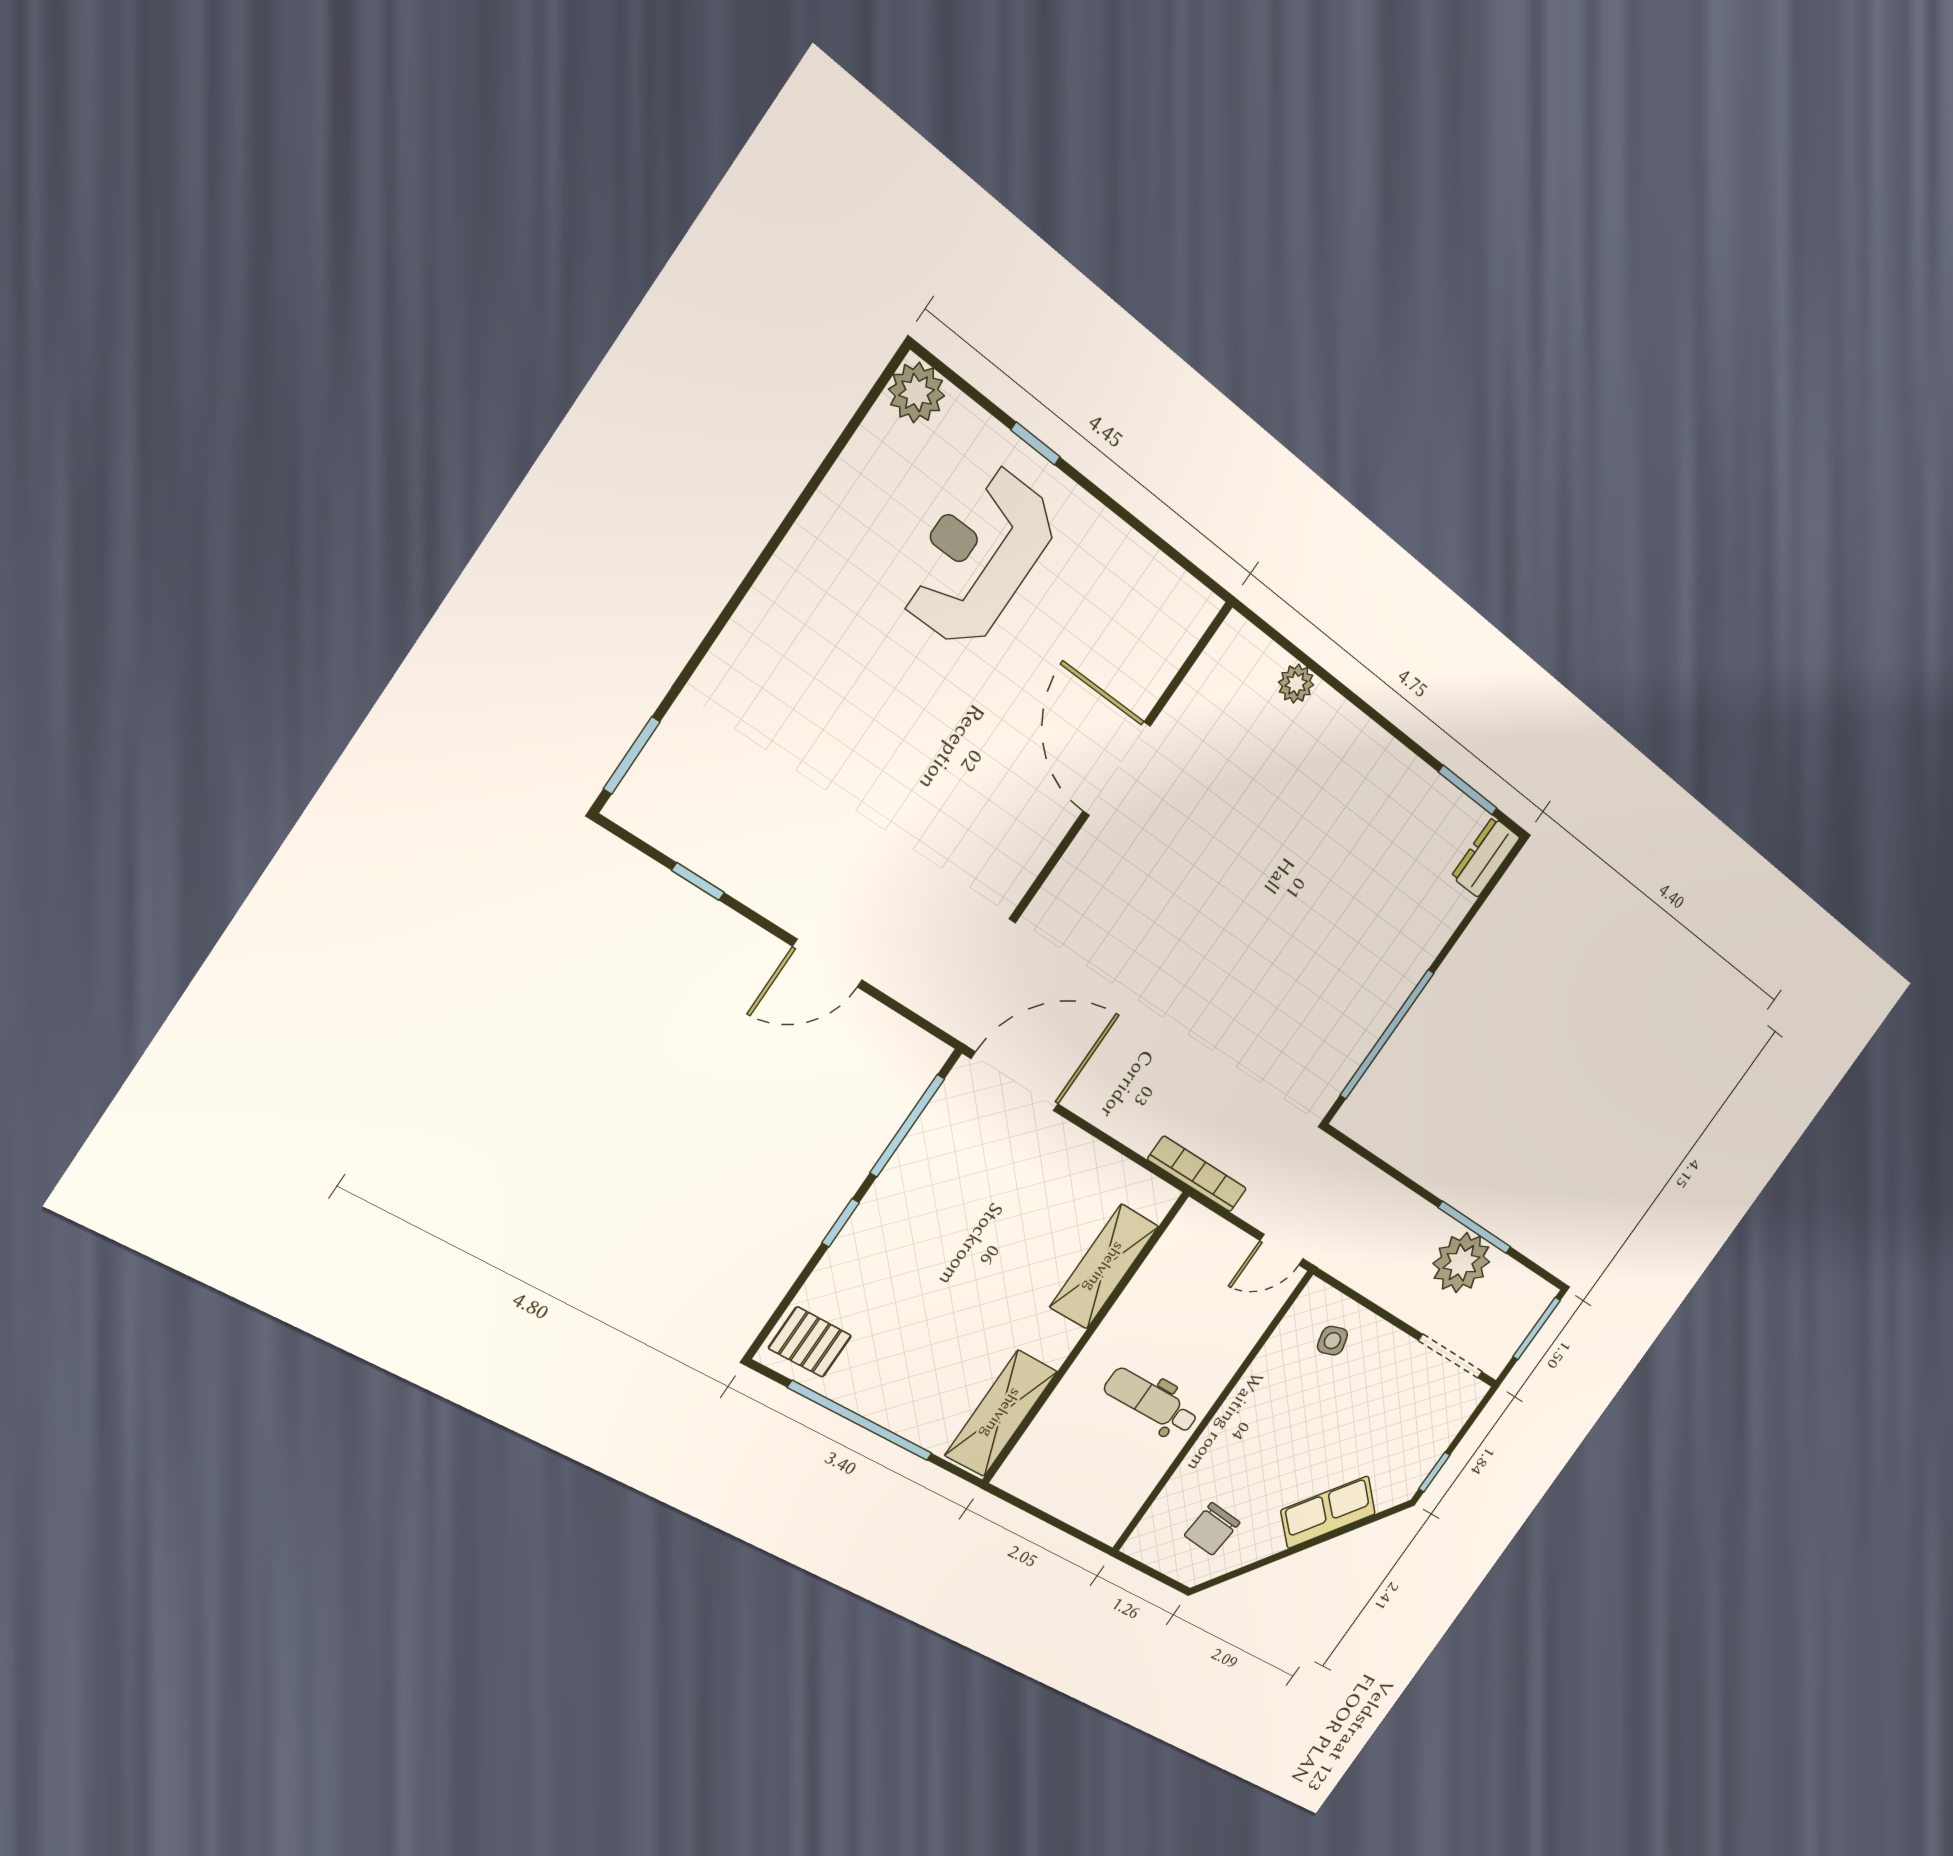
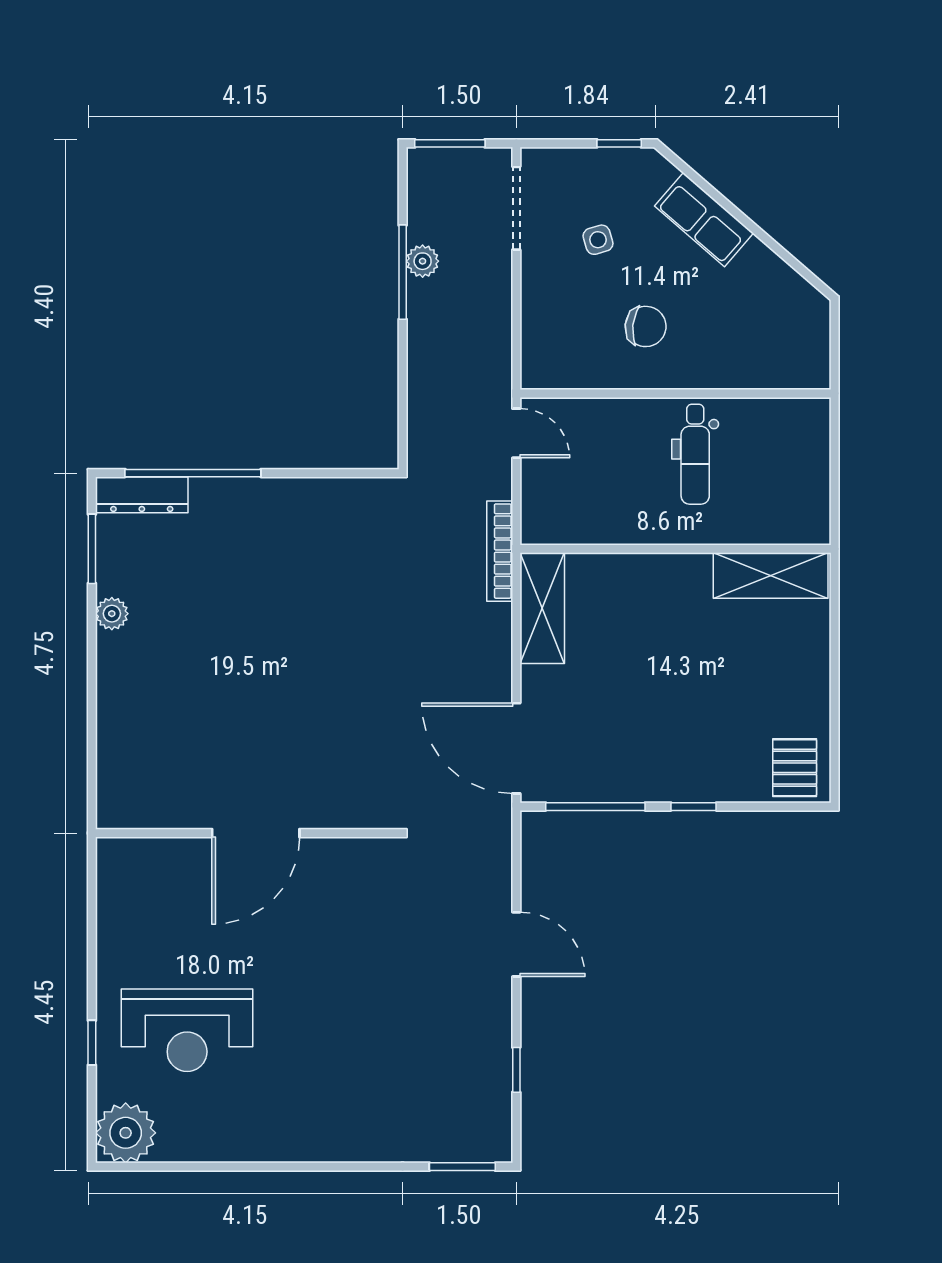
plant: (917, 393) -> (126, 1133), width x1.36, depth x1.36
plant: (1296, 684) -> (112, 614), moved
dresser: (1485, 857) -> (142, 495), width x1.44
window: (1387, 1034) -> (193, 473), moved
plant: (1461, 1263) -> (423, 261), width x0.53, depth x0.53
shelving: (1104, 1267) -> (542, 608), moved, turned 90
side table: (1332, 1341) -> (598, 240), moved
window: (861, 1421) -> (835, 686), removed
chair: (1212, 1529) -> (646, 326), moved

